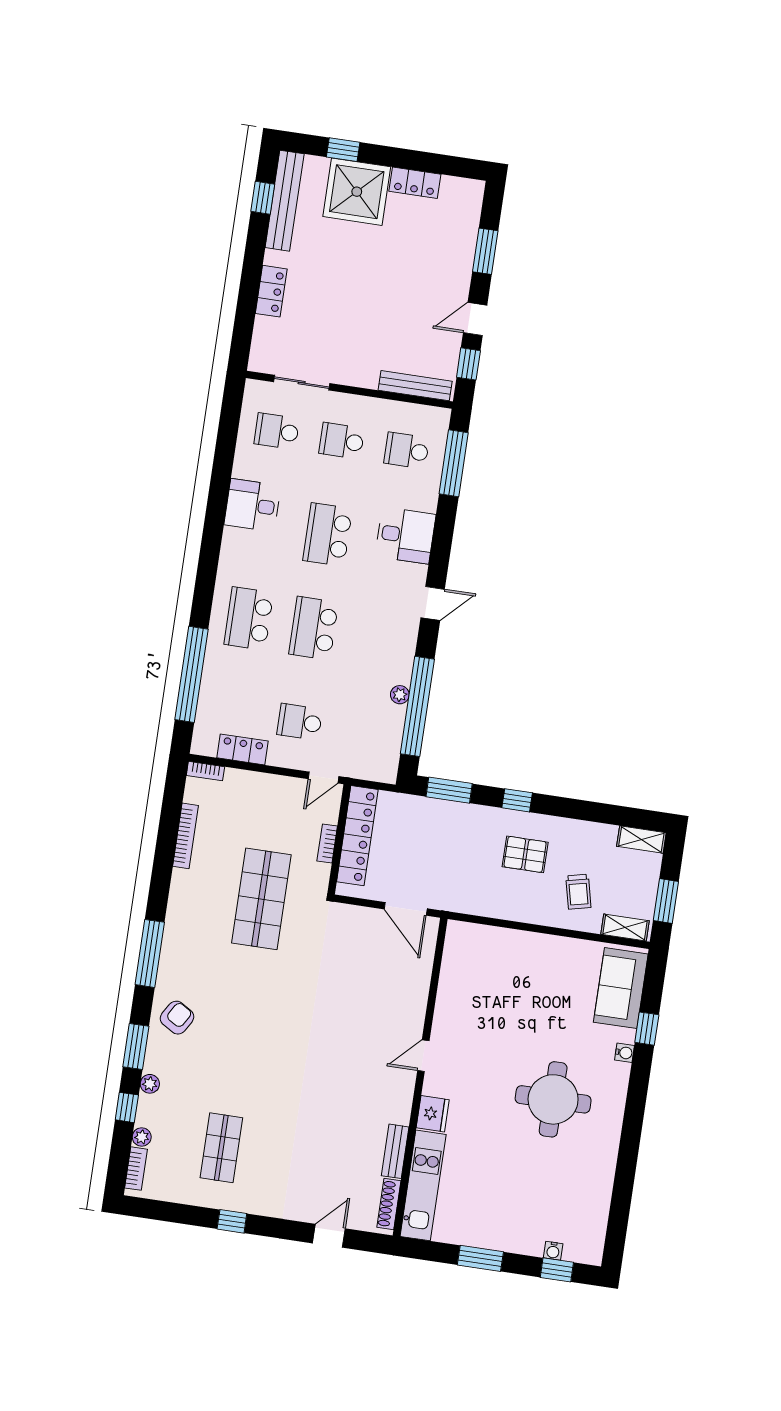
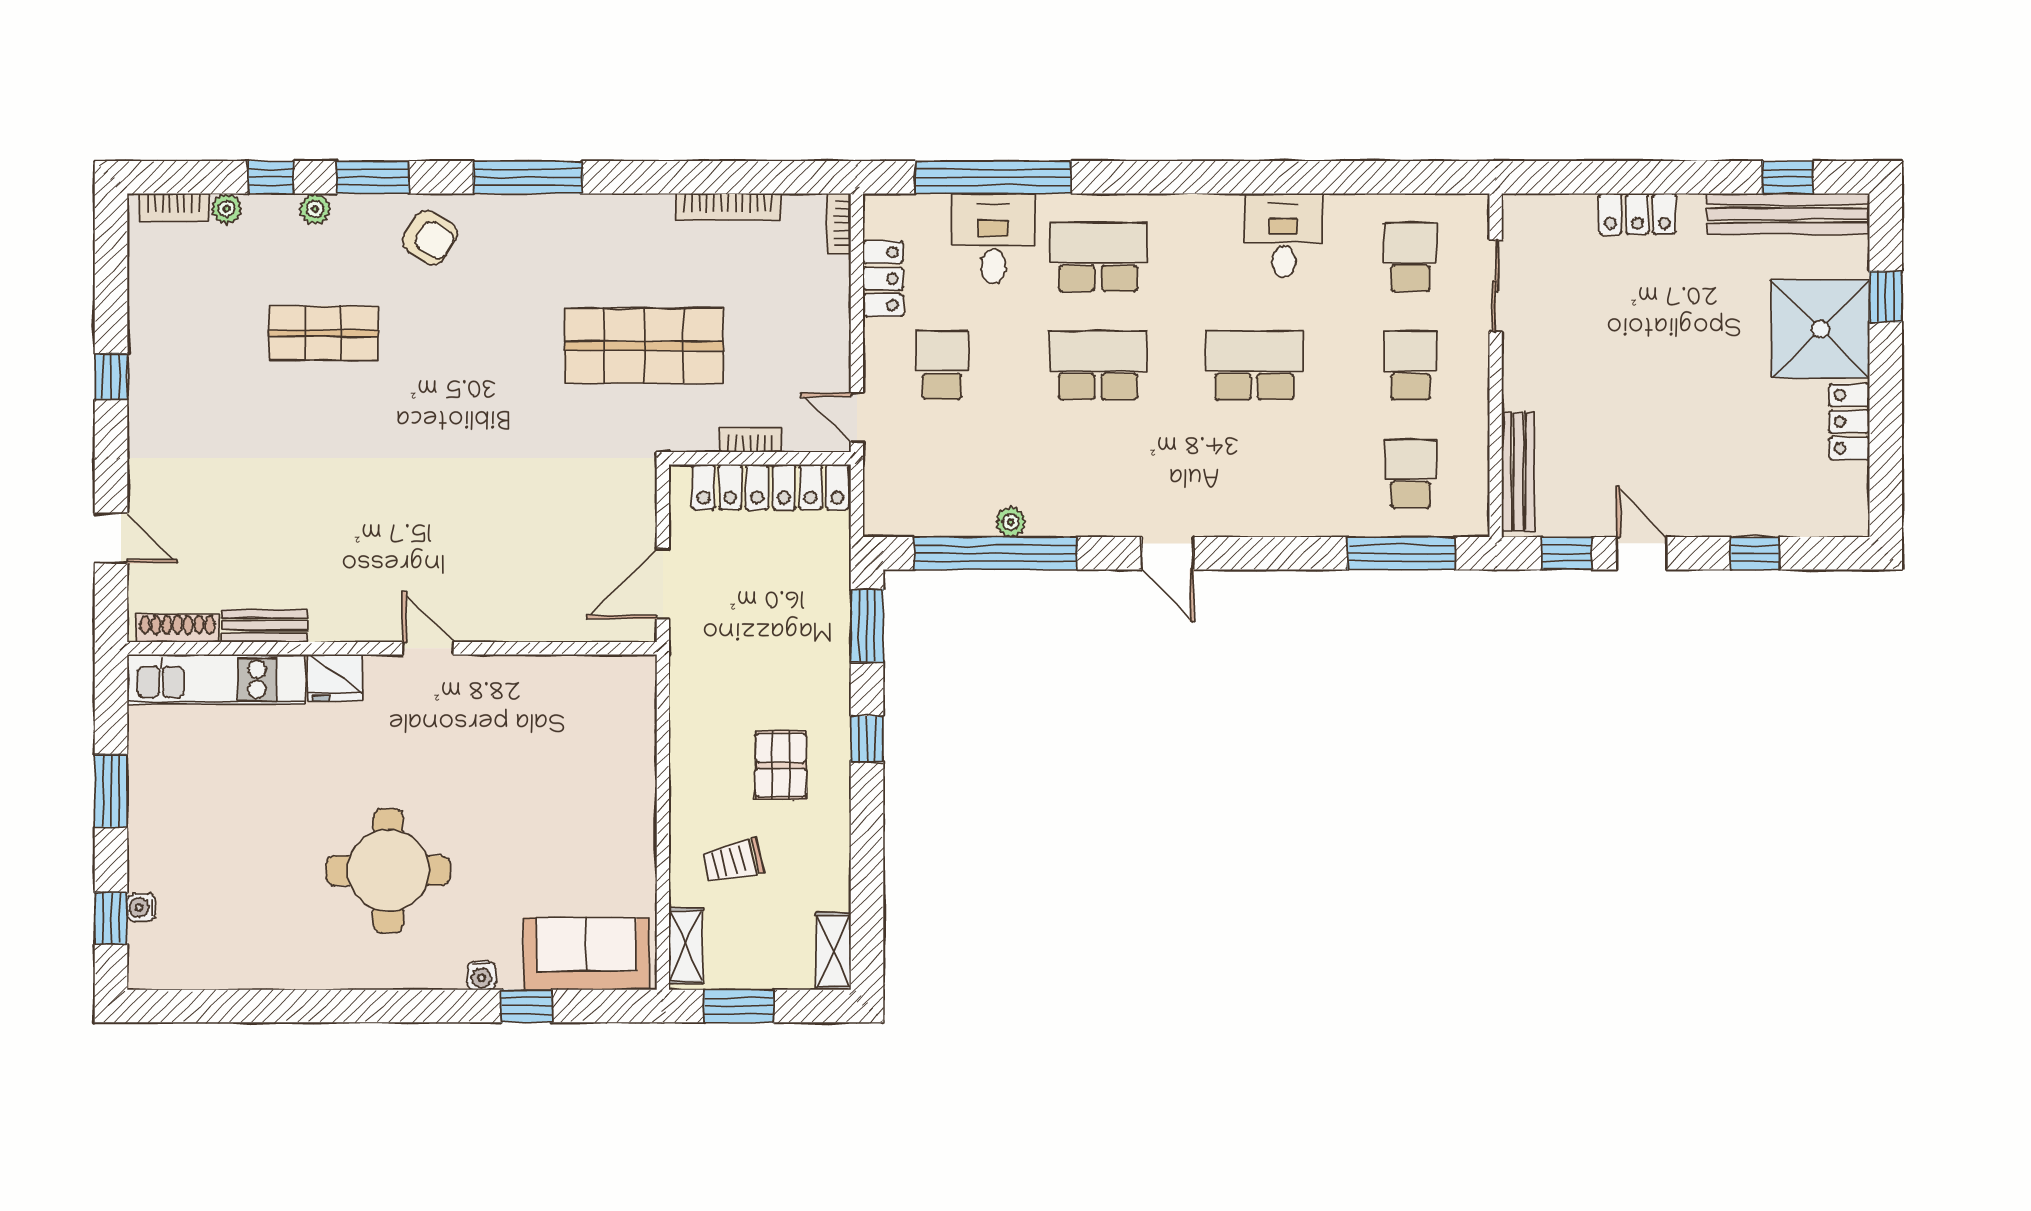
window: (485, 251) -> (1755, 553), width x0.67
desk: (405, 535) -> (993, 238), moved, turned 180
shop shelf: (221, 1148) -> (324, 333), moved

